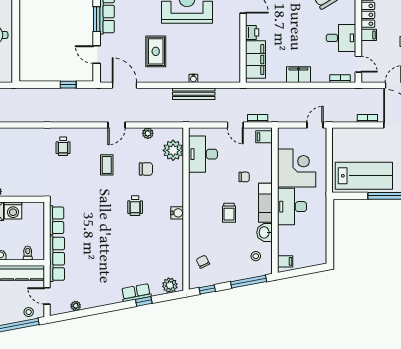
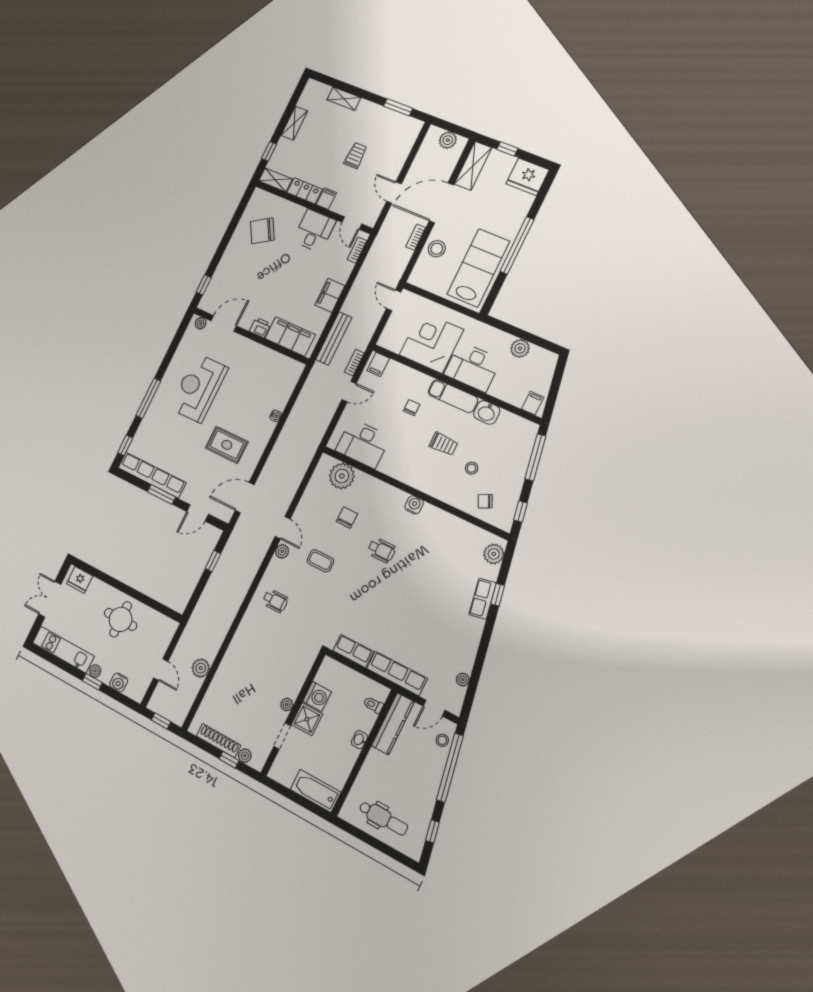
door: (358, 64) -> (352, 223), swing flipped
bench: (194, 94) -> (334, 339), moved
plant: (148, 133) -> (282, 551), moved
stool: (365, 138) -> (437, 249), added
plant: (319, 234) -> (520, 348), added
stool: (256, 256) -> (472, 468), moved

